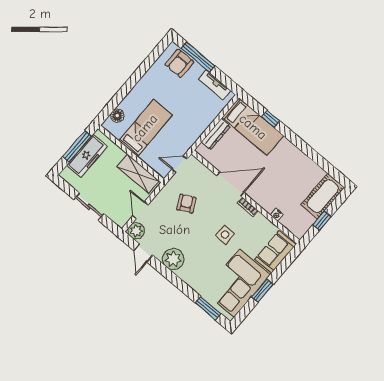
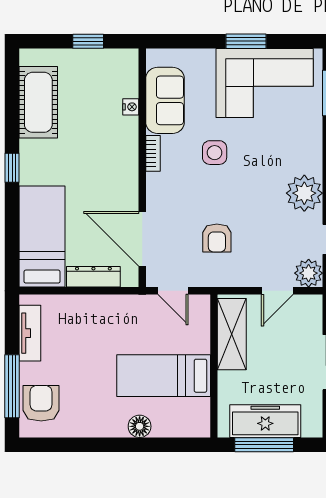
armchair: (179, 63) -> (41, 403), turned -90
floor lamp: (117, 116) -> (140, 426), moved
window: (271, 119) -> (12, 168), moved
door: (230, 184) -> (142, 239), moved
cot: (323, 196) -> (38, 102), moved, turned 90
armchair: (186, 203) -> (217, 238), turned -62
sofa: (275, 252) -> (165, 100), moved, turned -90

